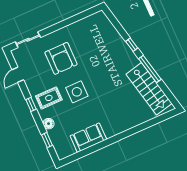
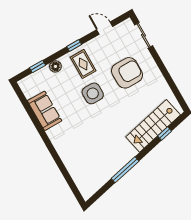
window: (132, 45) -> (165, 133), moved
armchair: (61, 58) -> (127, 73), turned 180
stairs: (149, 89) -> (153, 126), moved

